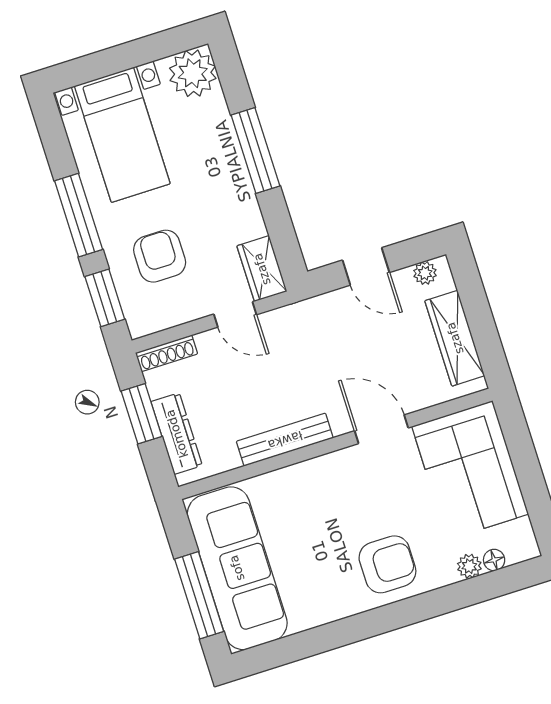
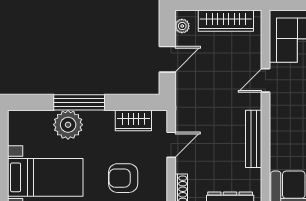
plant: (193, 73) -> (68, 125), moved
wardrobe: (262, 269) -> (133, 121), moved
door: (381, 429) -> (266, 80), width x0.73

